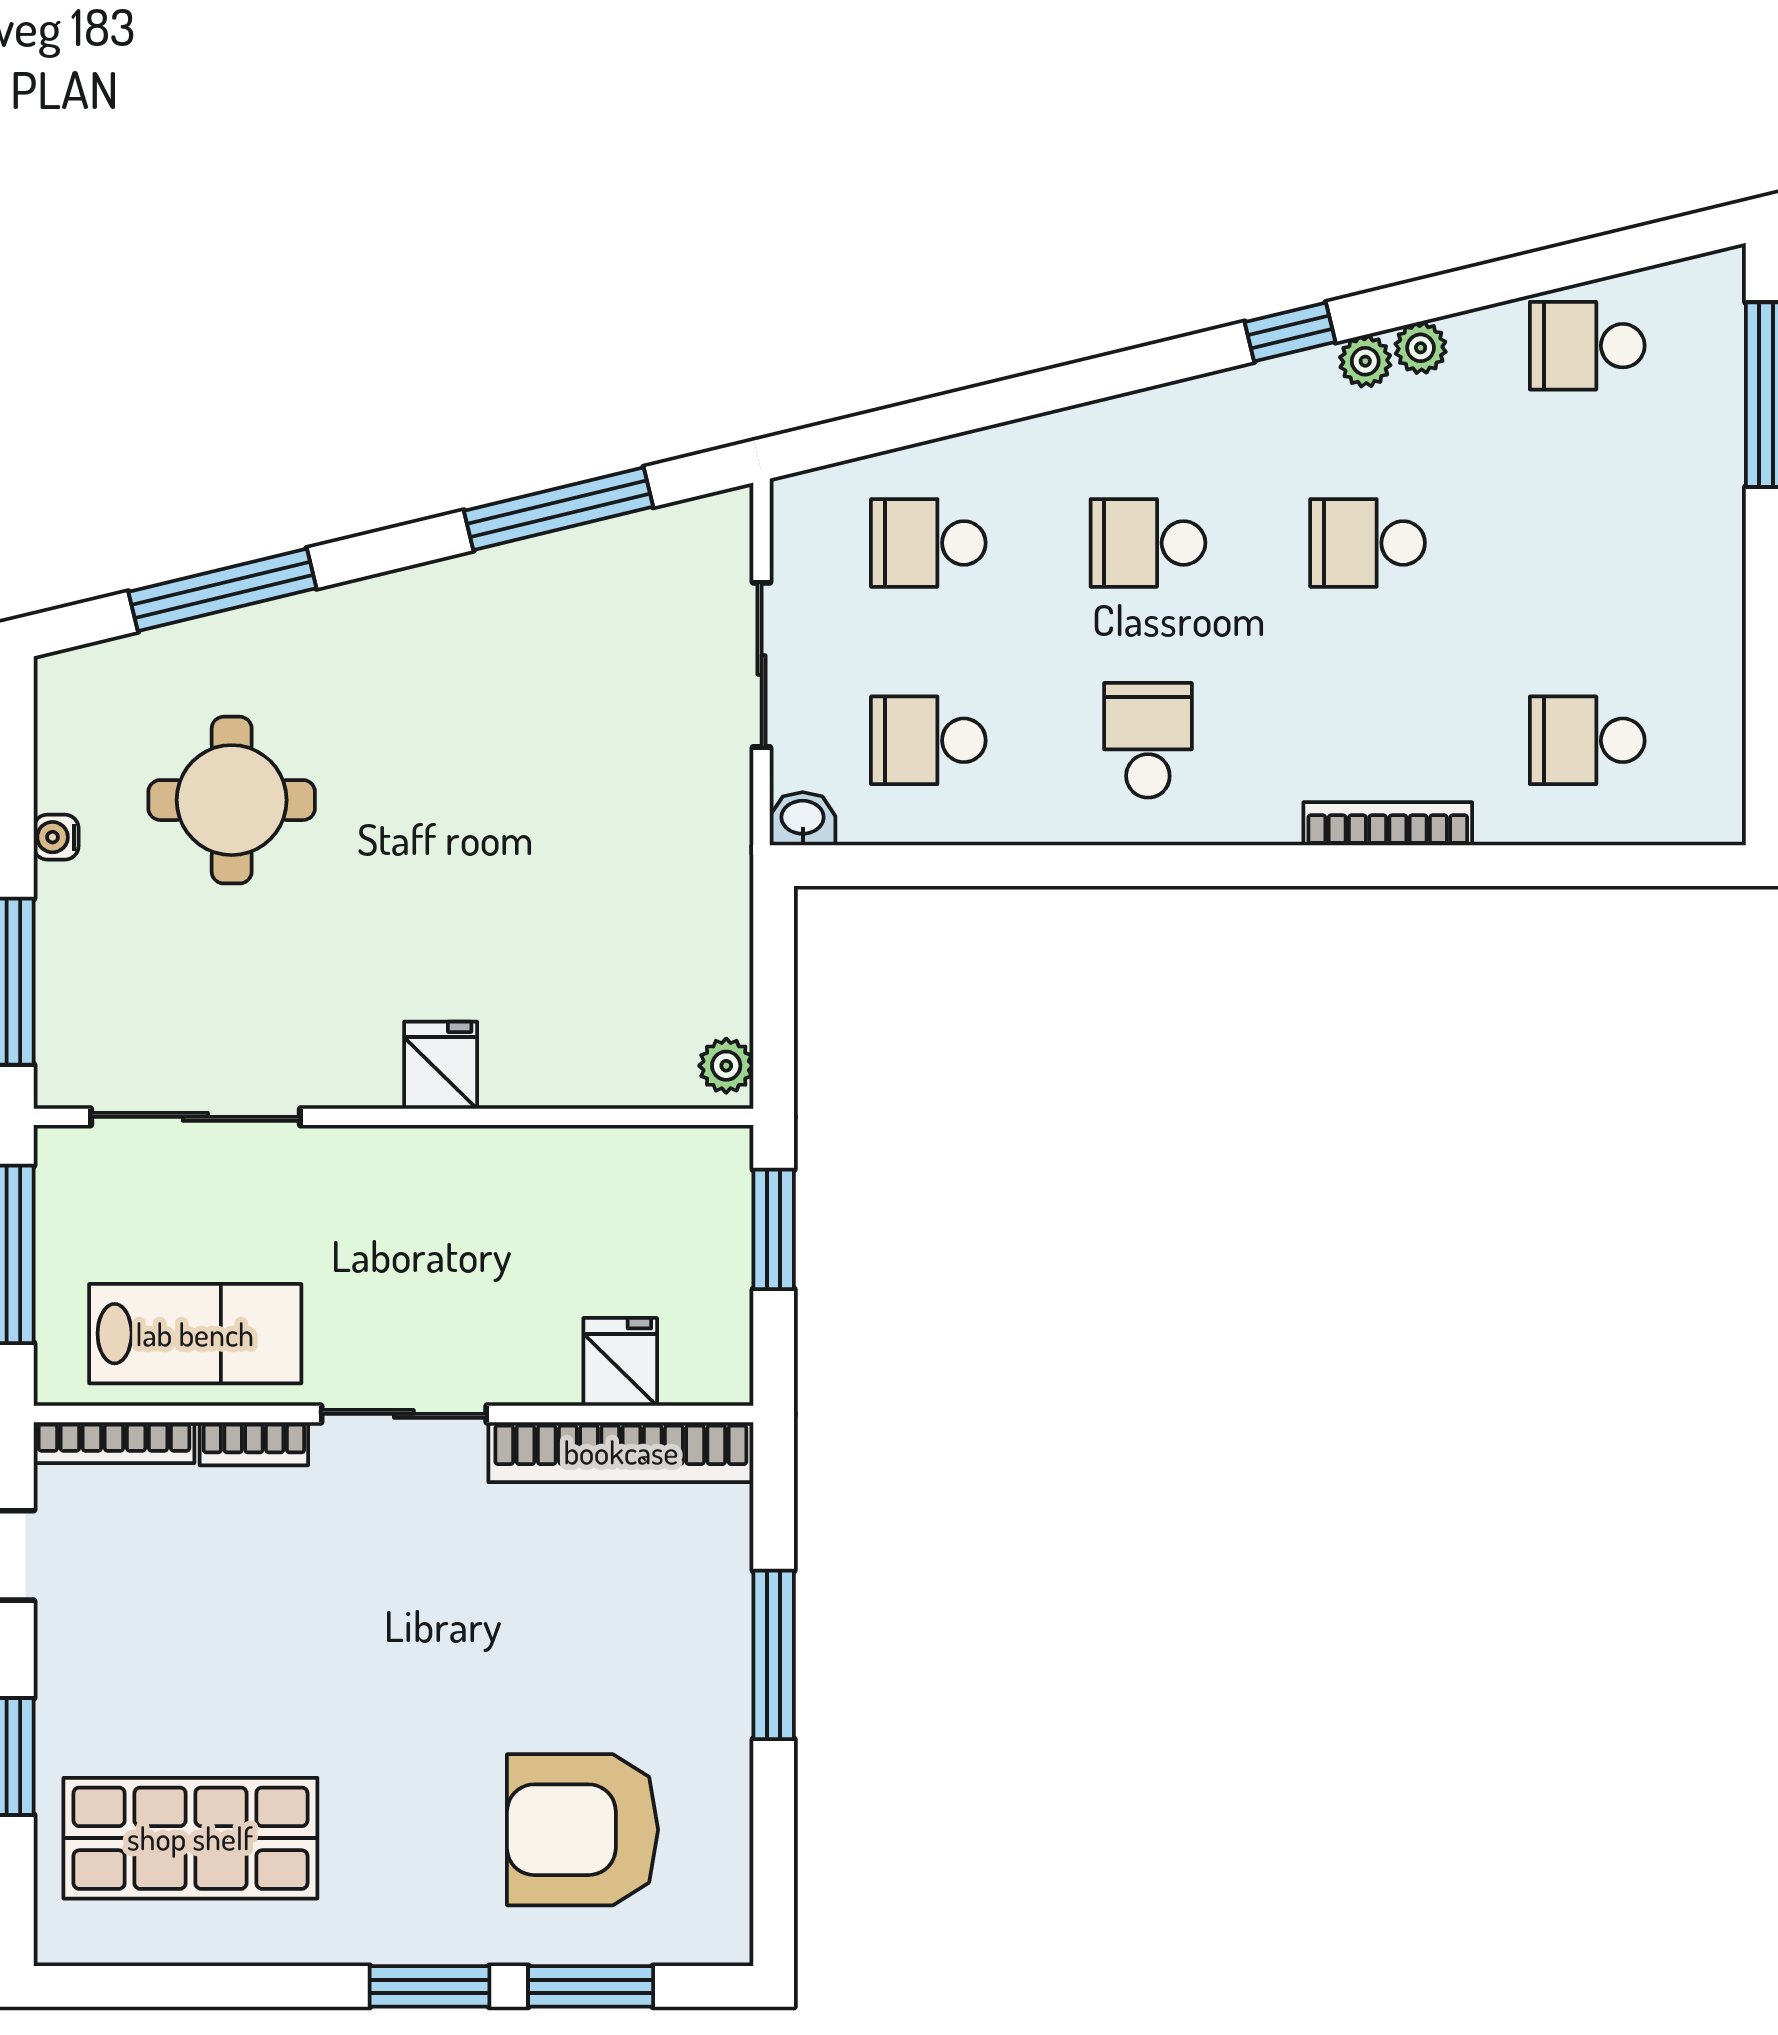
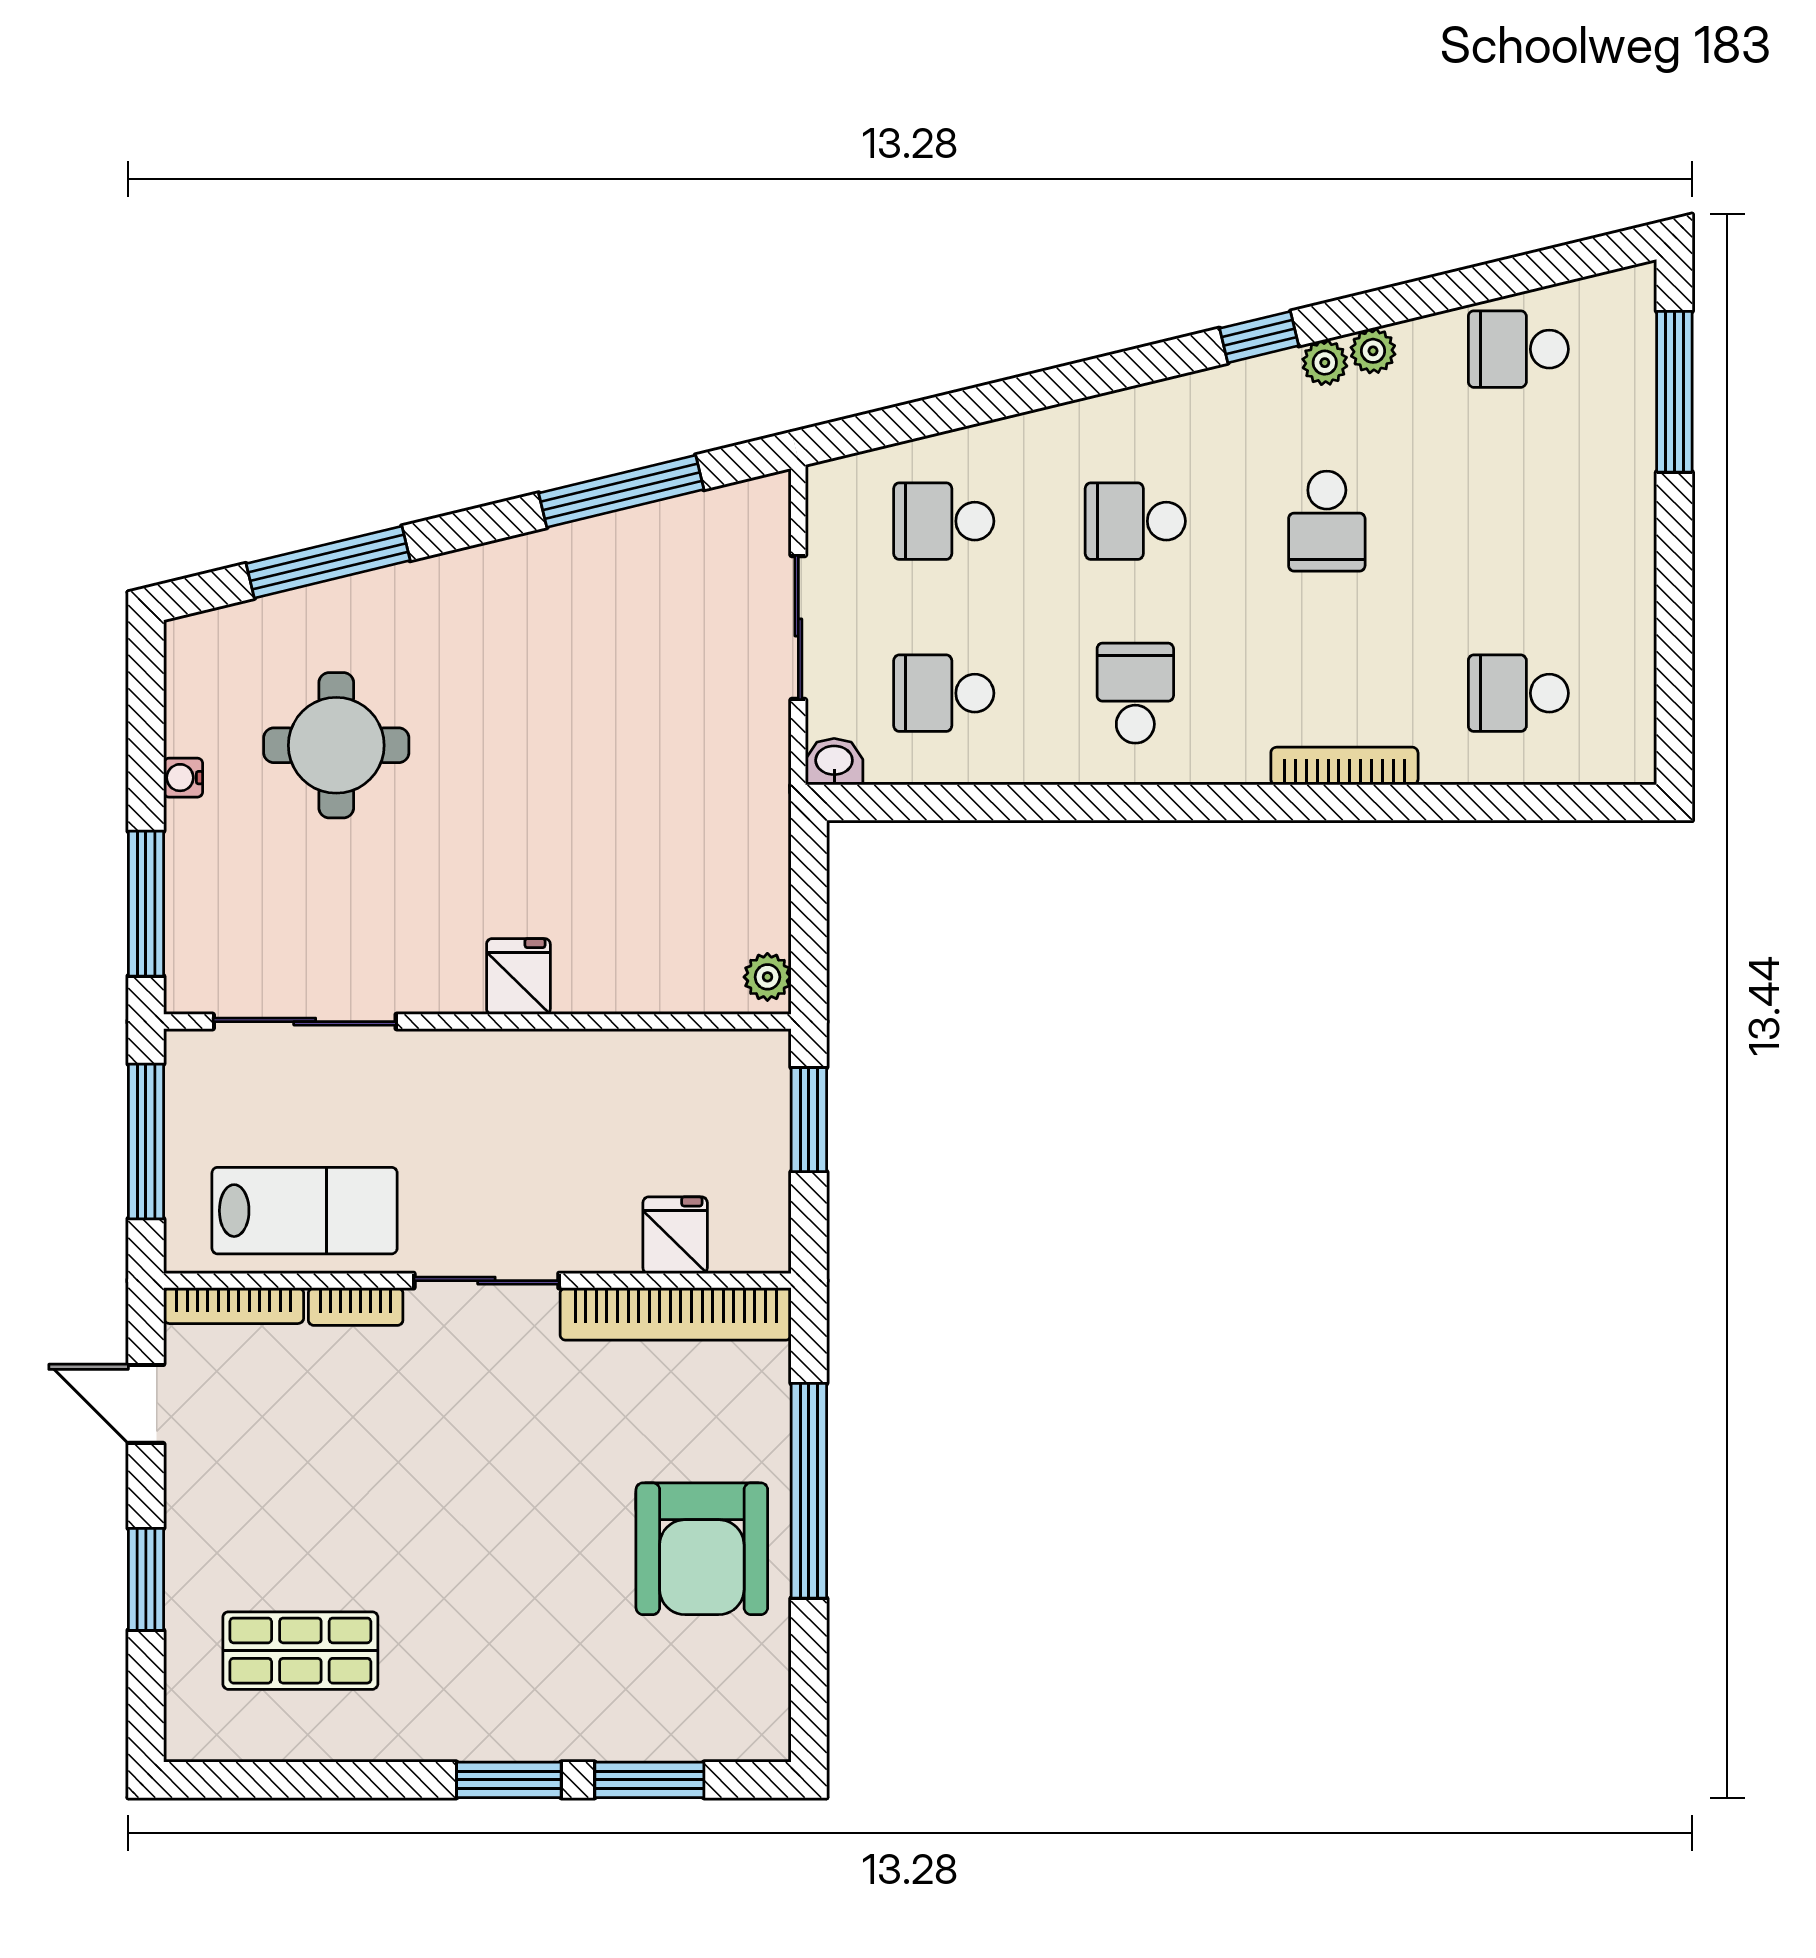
school desk: (1368, 543) -> (1327, 521), turned -90
window: (774, 1655) -> (809, 1491), width x1.46
armchair: (583, 1830) -> (702, 1549), moved, turned -90
shop shelf: (190, 1838) -> (300, 1651), width x0.70, depth x0.74

